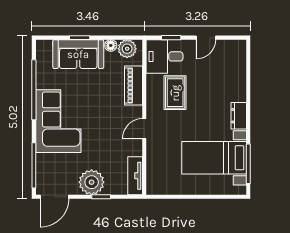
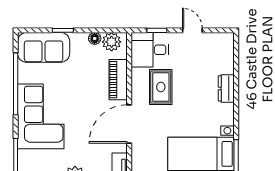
door: (206, 38) -> (192, 30), swing flipped
sofa: (78, 54) -> (44, 47), moved
dresser: (239, 116) -> (226, 88), moved
door: (144, 129) -> (129, 124), width x1.87

